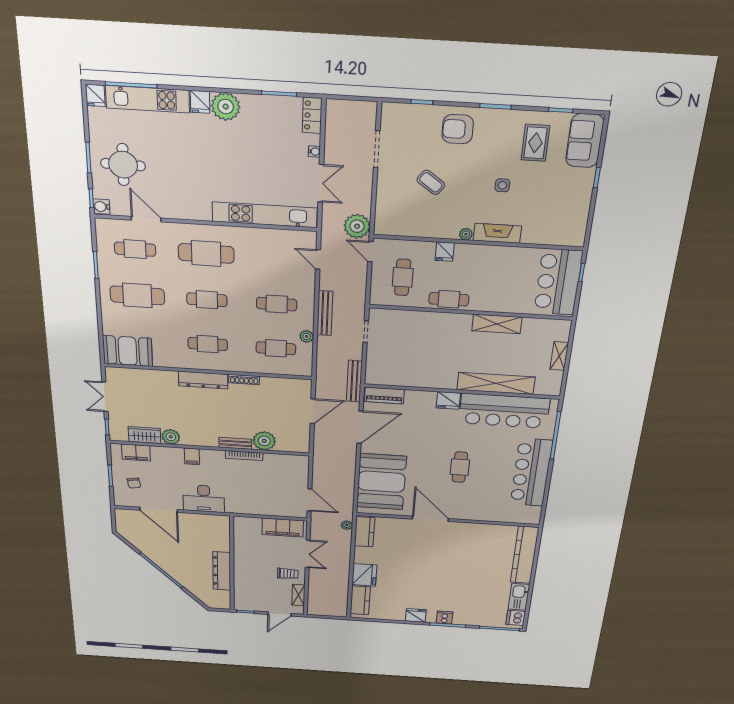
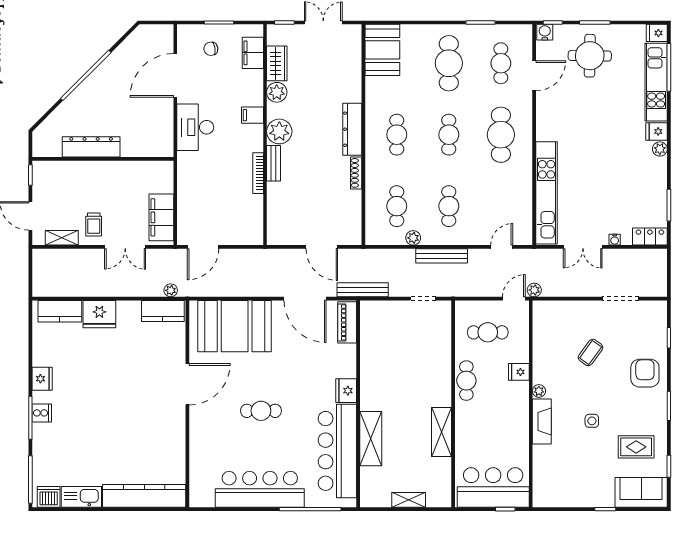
plant: (226, 107) -> (660, 149), width x0.53, depth x0.53
plant: (357, 226) -> (534, 290), width x0.53, depth x0.53
shelving: (496, 383) -> (371, 439), width x0.68
plant: (264, 441) -> (279, 131), moved

